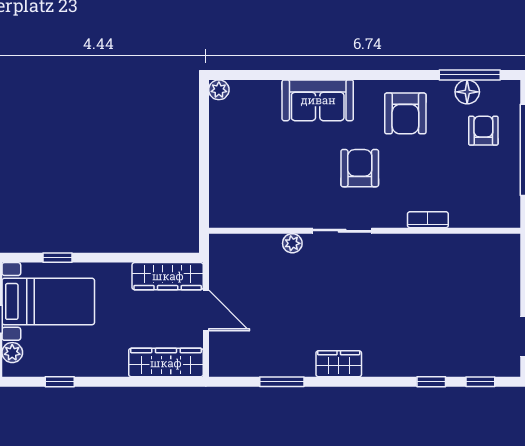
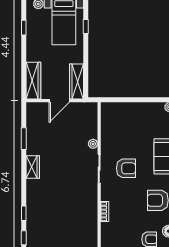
armchair: (360, 168) -> (126, 168), moved

